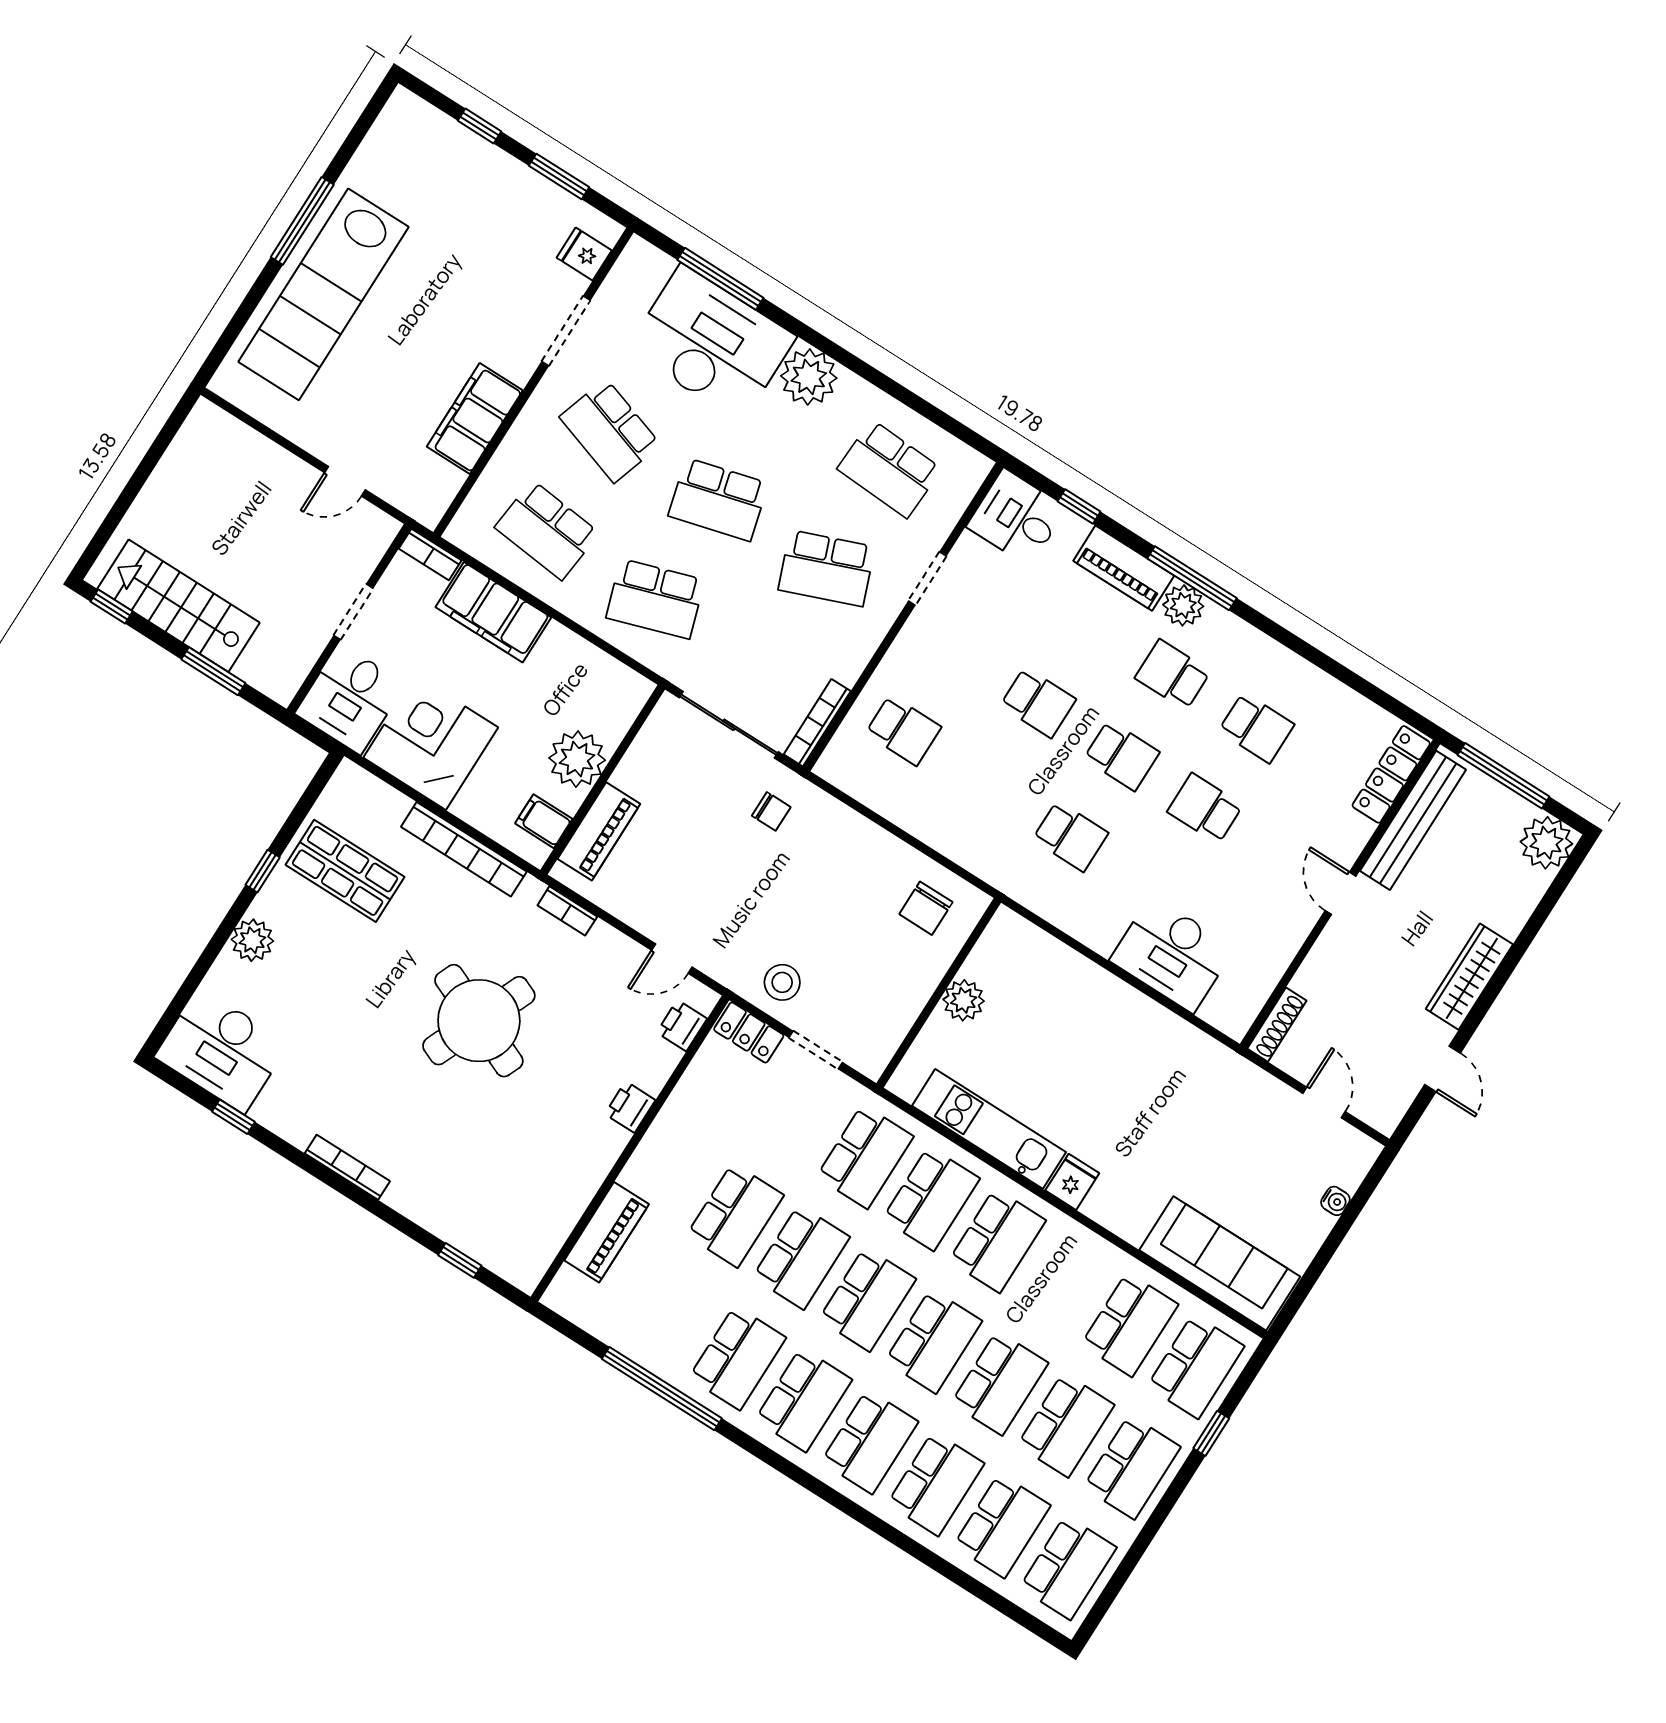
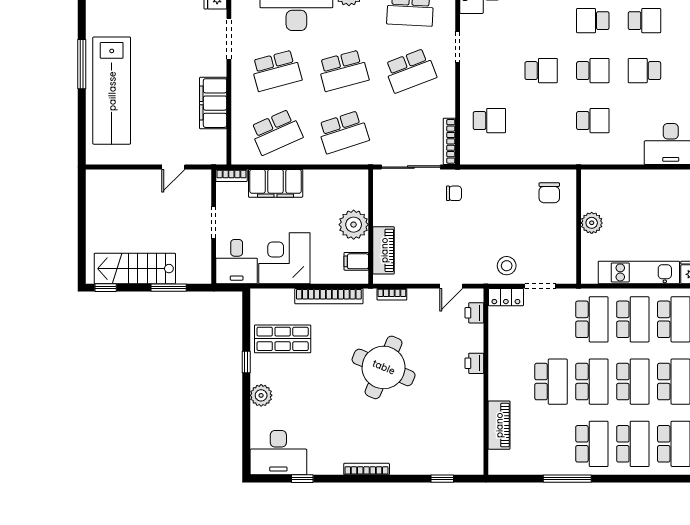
school desk: (610, 431) -> (276, 71), turned -33
school desk: (547, 530) -> (276, 132), turned -30
window: (662, 1389) -> (567, 479), width x0.68

